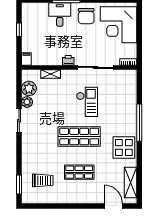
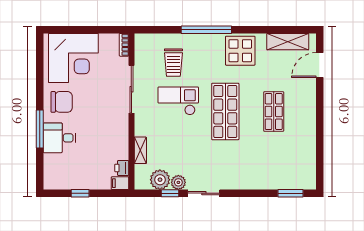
printer: (68, 60) -> (122, 168), moved
window: (19, 96) -> (170, 193), added
trolley: (43, 180) -> (173, 63), moved, turned 180

